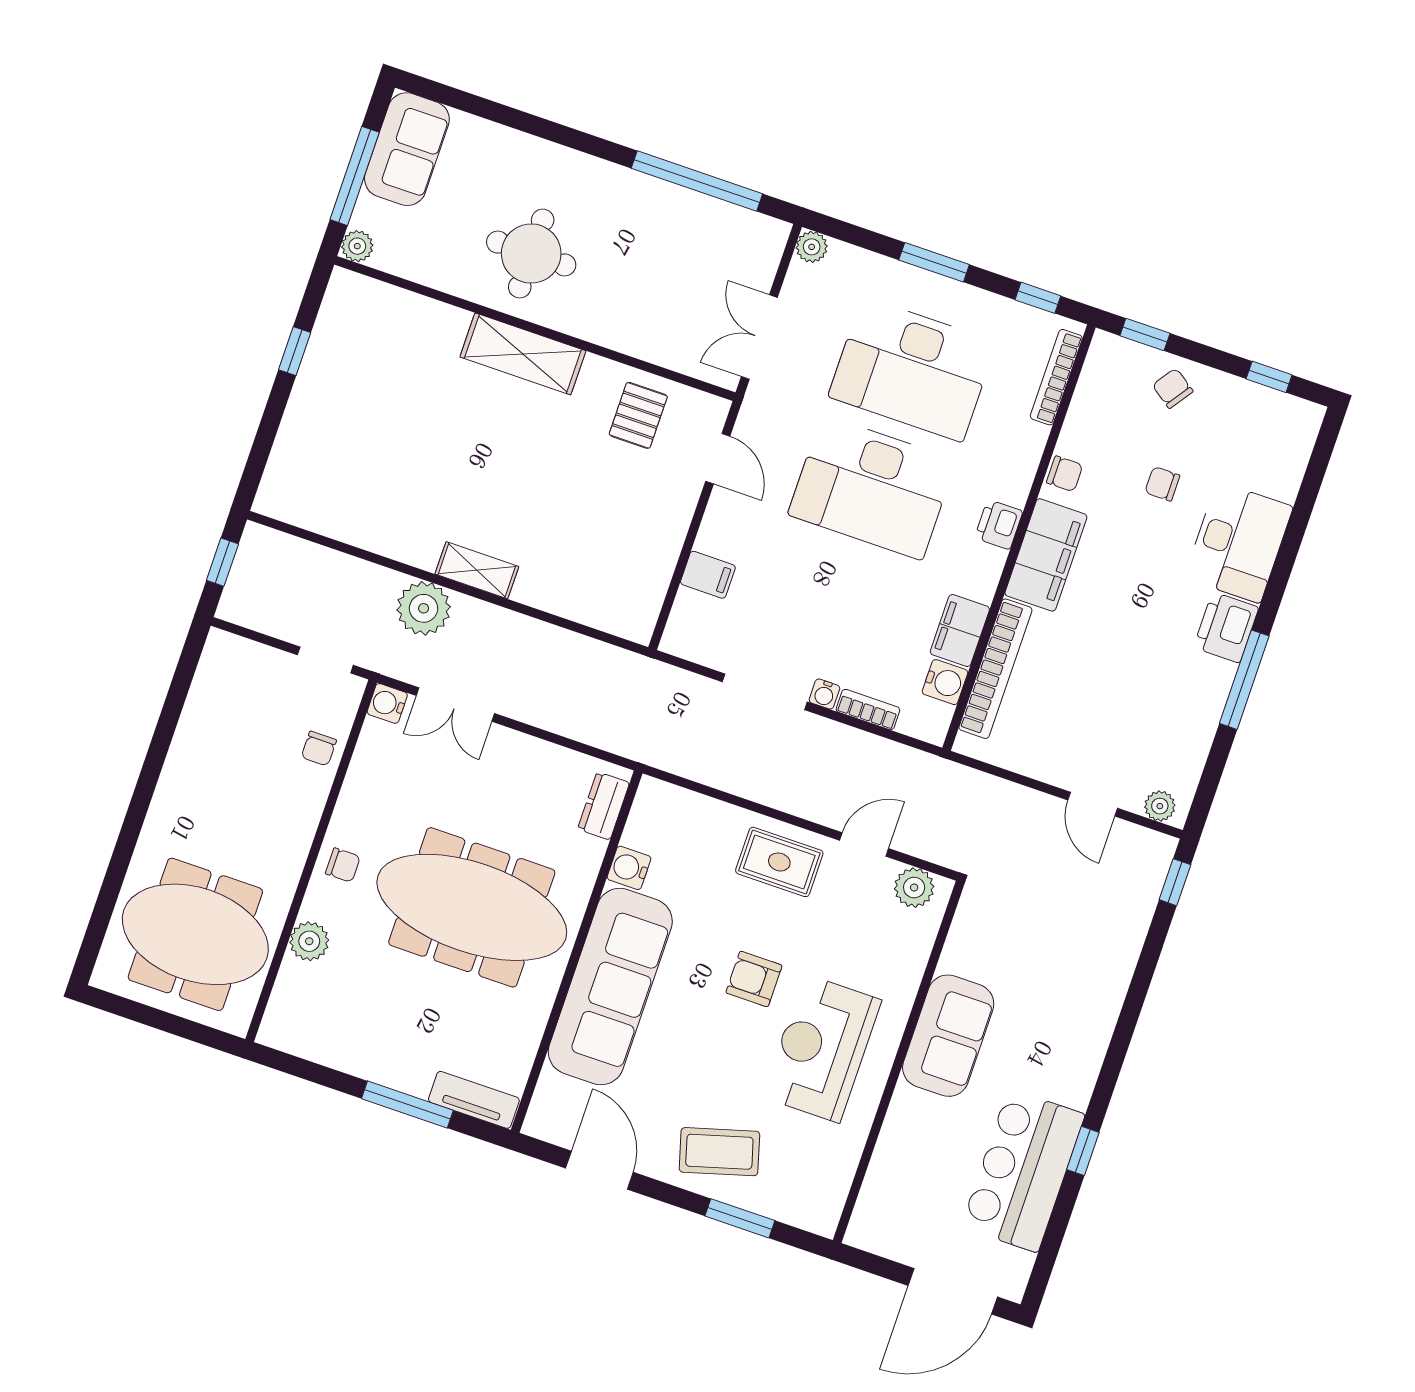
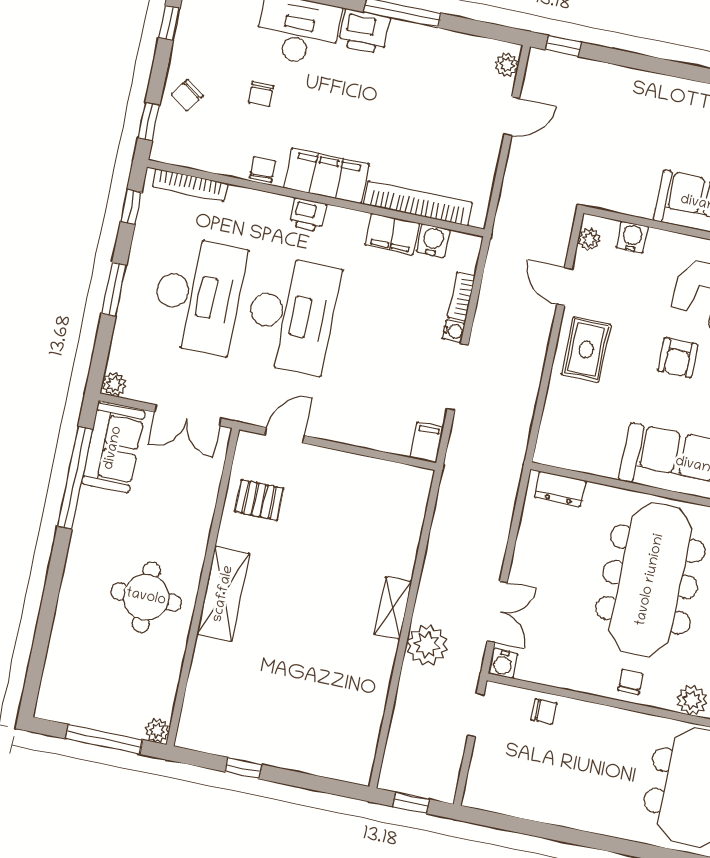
sofa: (407, 149) -> (113, 448), moved, turned 90
filing cabinet: (708, 575) -> (427, 443), moved
water cooler: (629, 868) -> (632, 237), moved, turned 180
plant: (914, 888) -> (589, 239), width x0.73, depth x0.73

